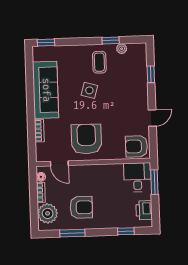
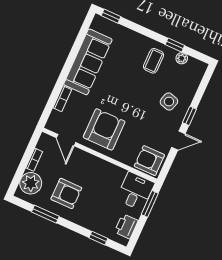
window: (151, 74) -> (189, 116), moved
side table: (89, 90) -> (169, 102), moved
floor lamp: (41, 177) -> (42, 144), removed

